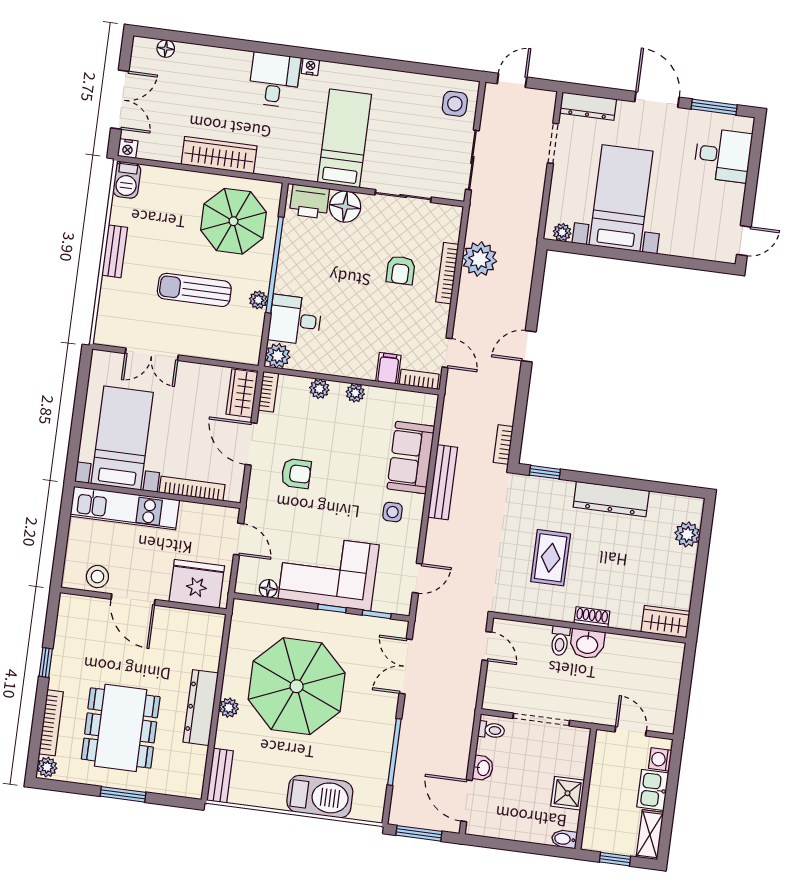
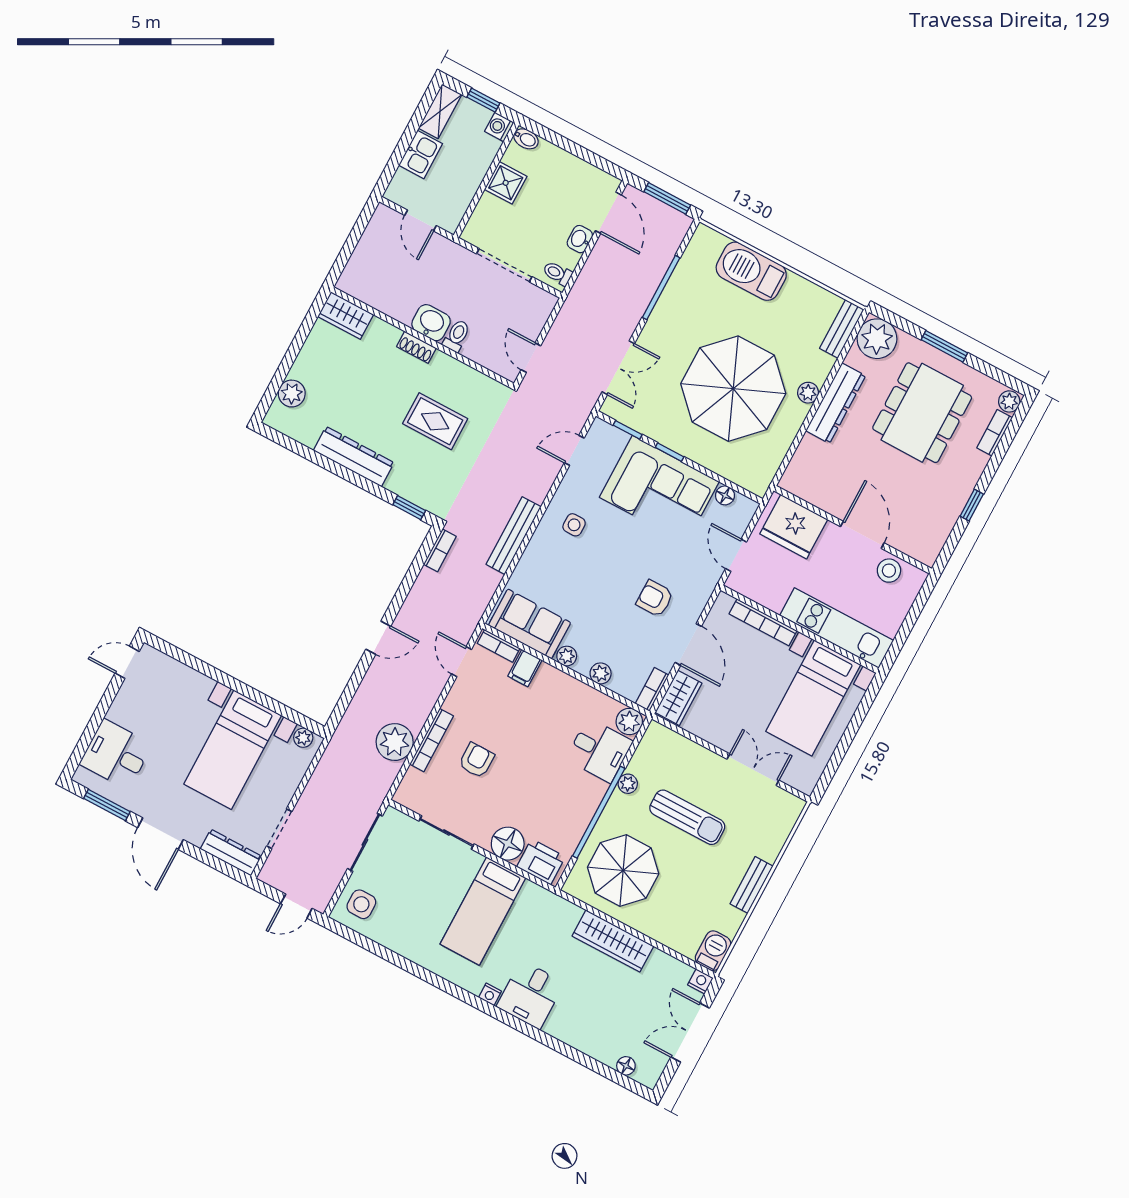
sofa: (411, 458) -> (530, 624), moved, turned -90
rug: (551, 558) -> (435, 421), turned 90
bookcase: (51, 723) -> (995, 433), width x0.64
washing machine: (660, 759) -> (499, 127), moved, turned 180
plant: (186, 779) -> (877, 339), added

